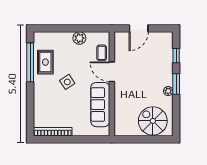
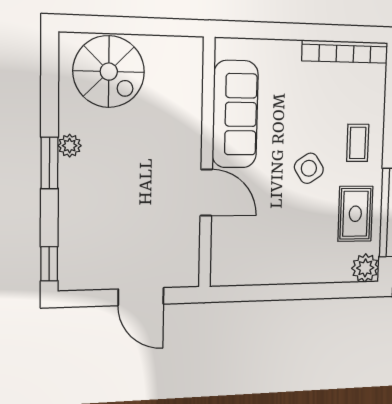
door: (139, 28) -> (141, 297), swing flipped
plant: (79, 38) -> (365, 268), moved
coffee table: (102, 53) -> (358, 143), moved
window: (176, 56) -> (49, 264), moved

